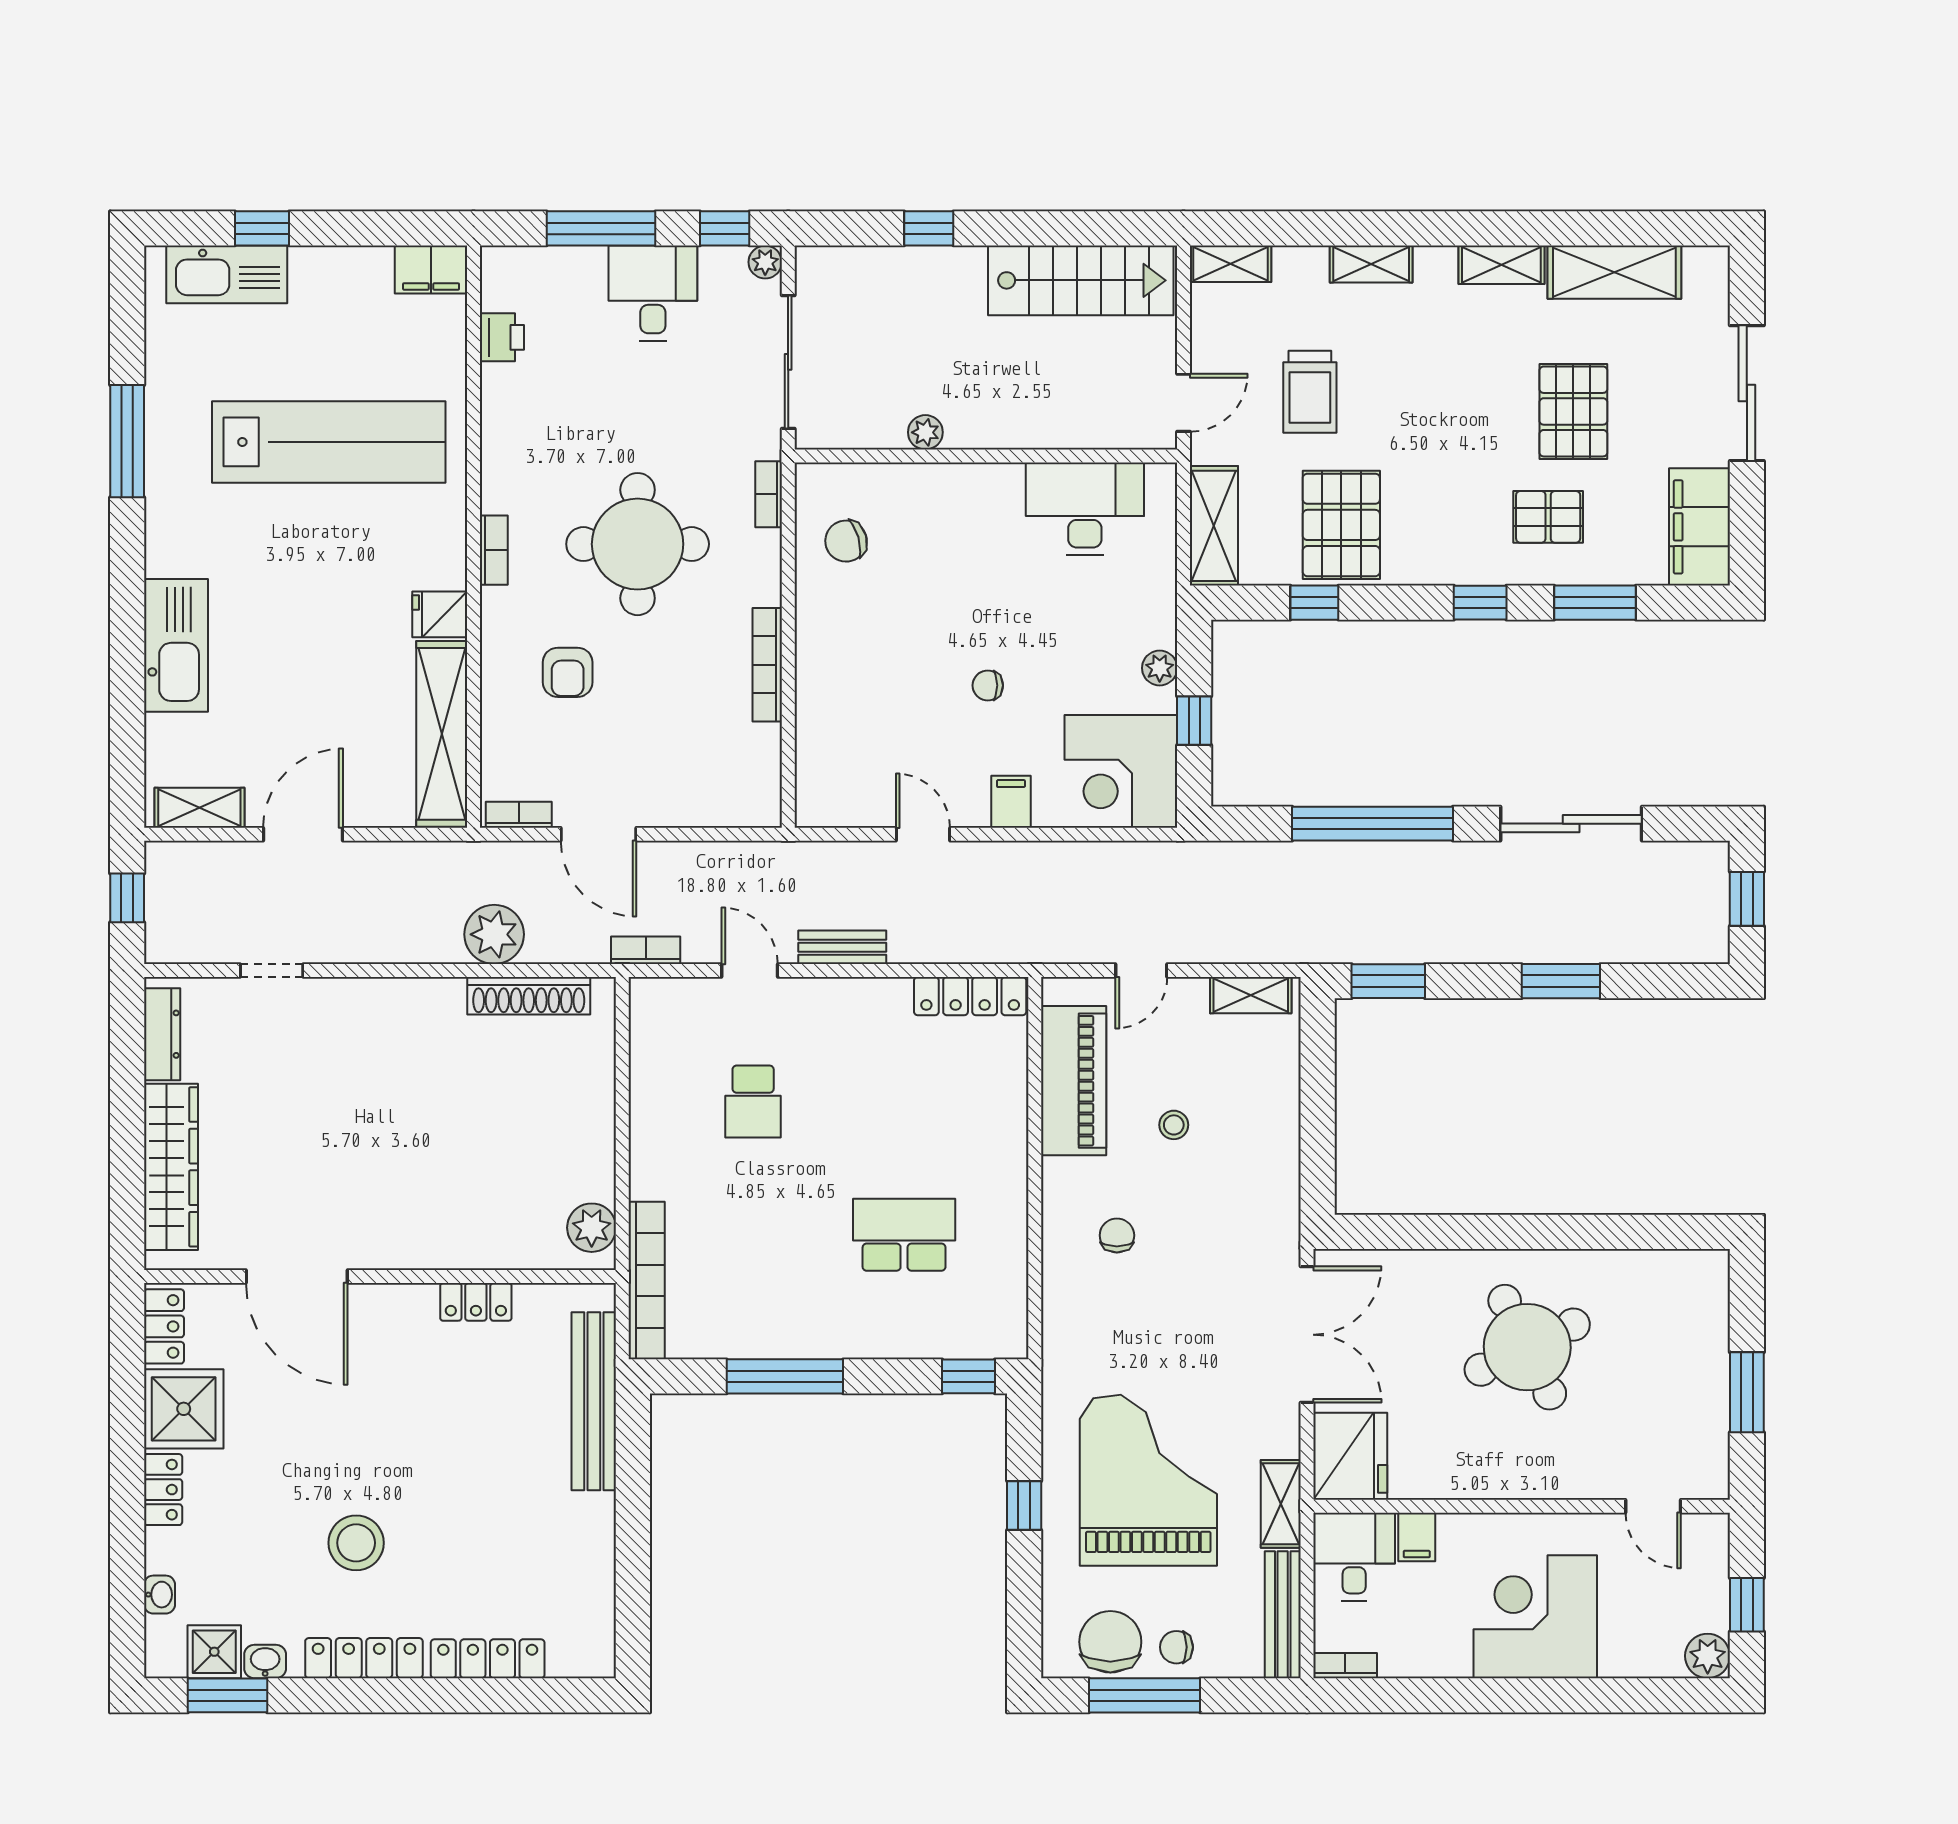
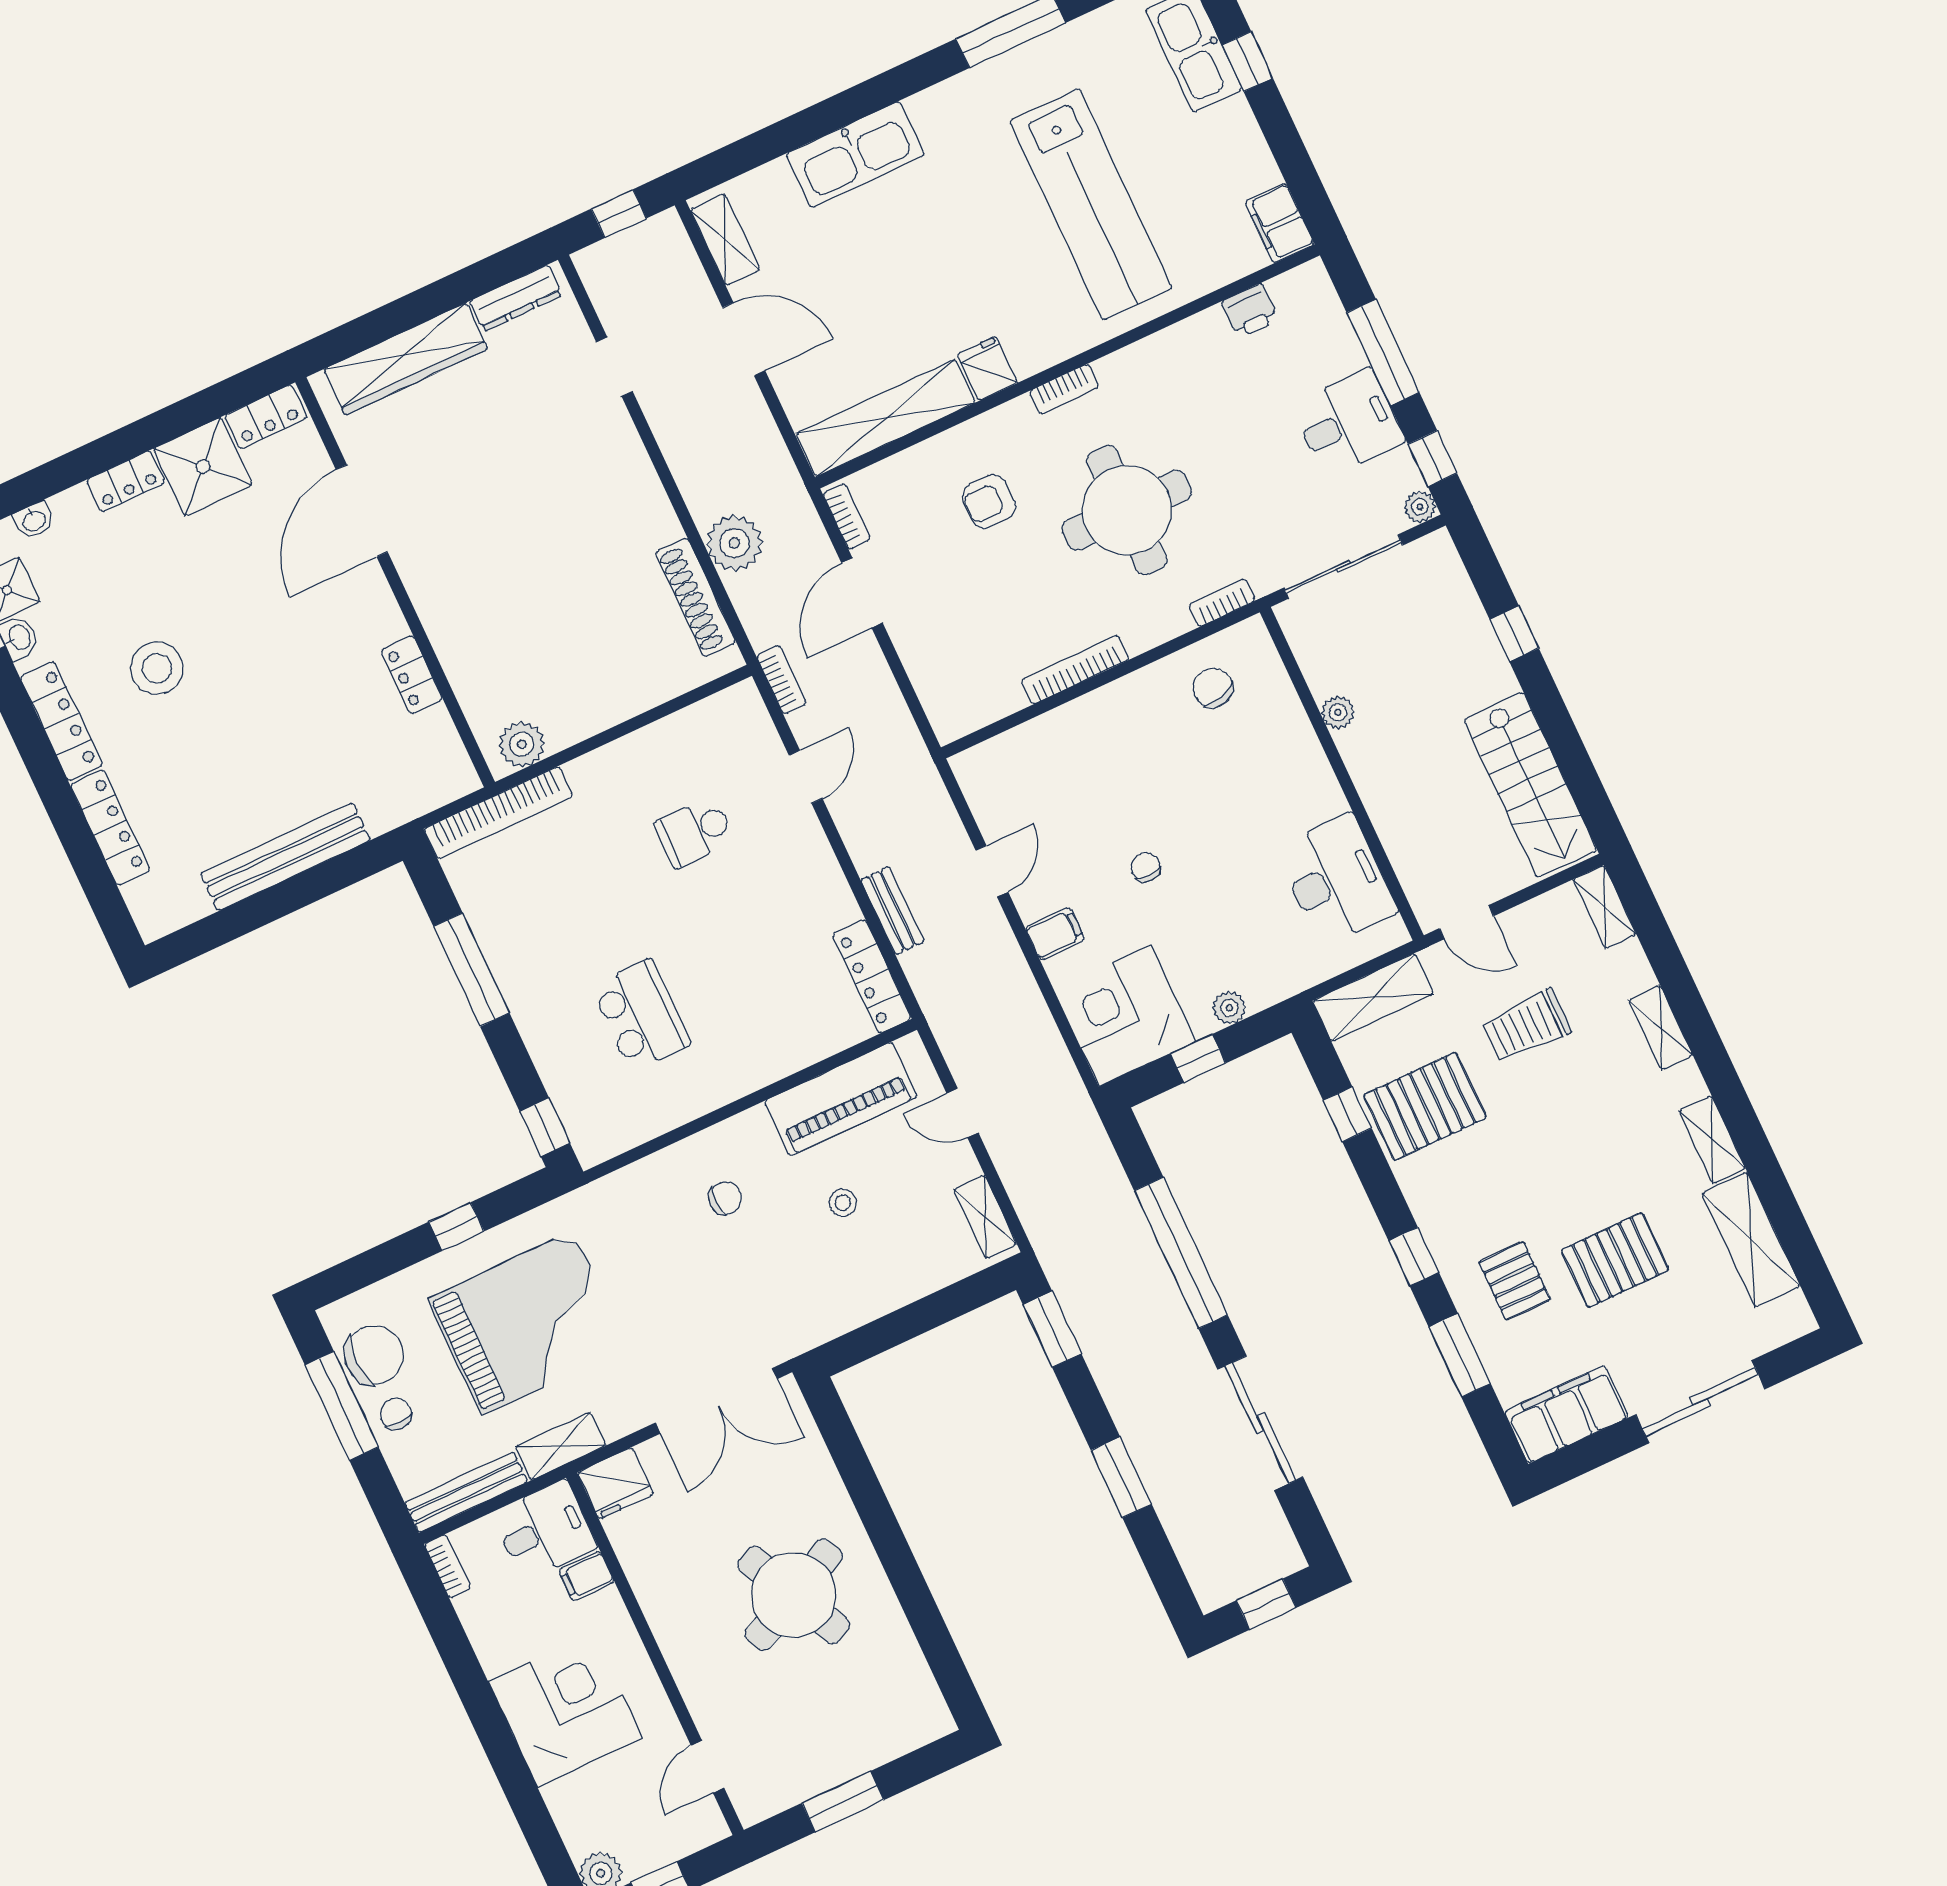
bench: (842, 947) -> (892, 911), moved
bench: (594, 1401) -> (285, 857), moved
fridge: (1350, 1456) -> (615, 1483), width x0.73, depth x0.75

